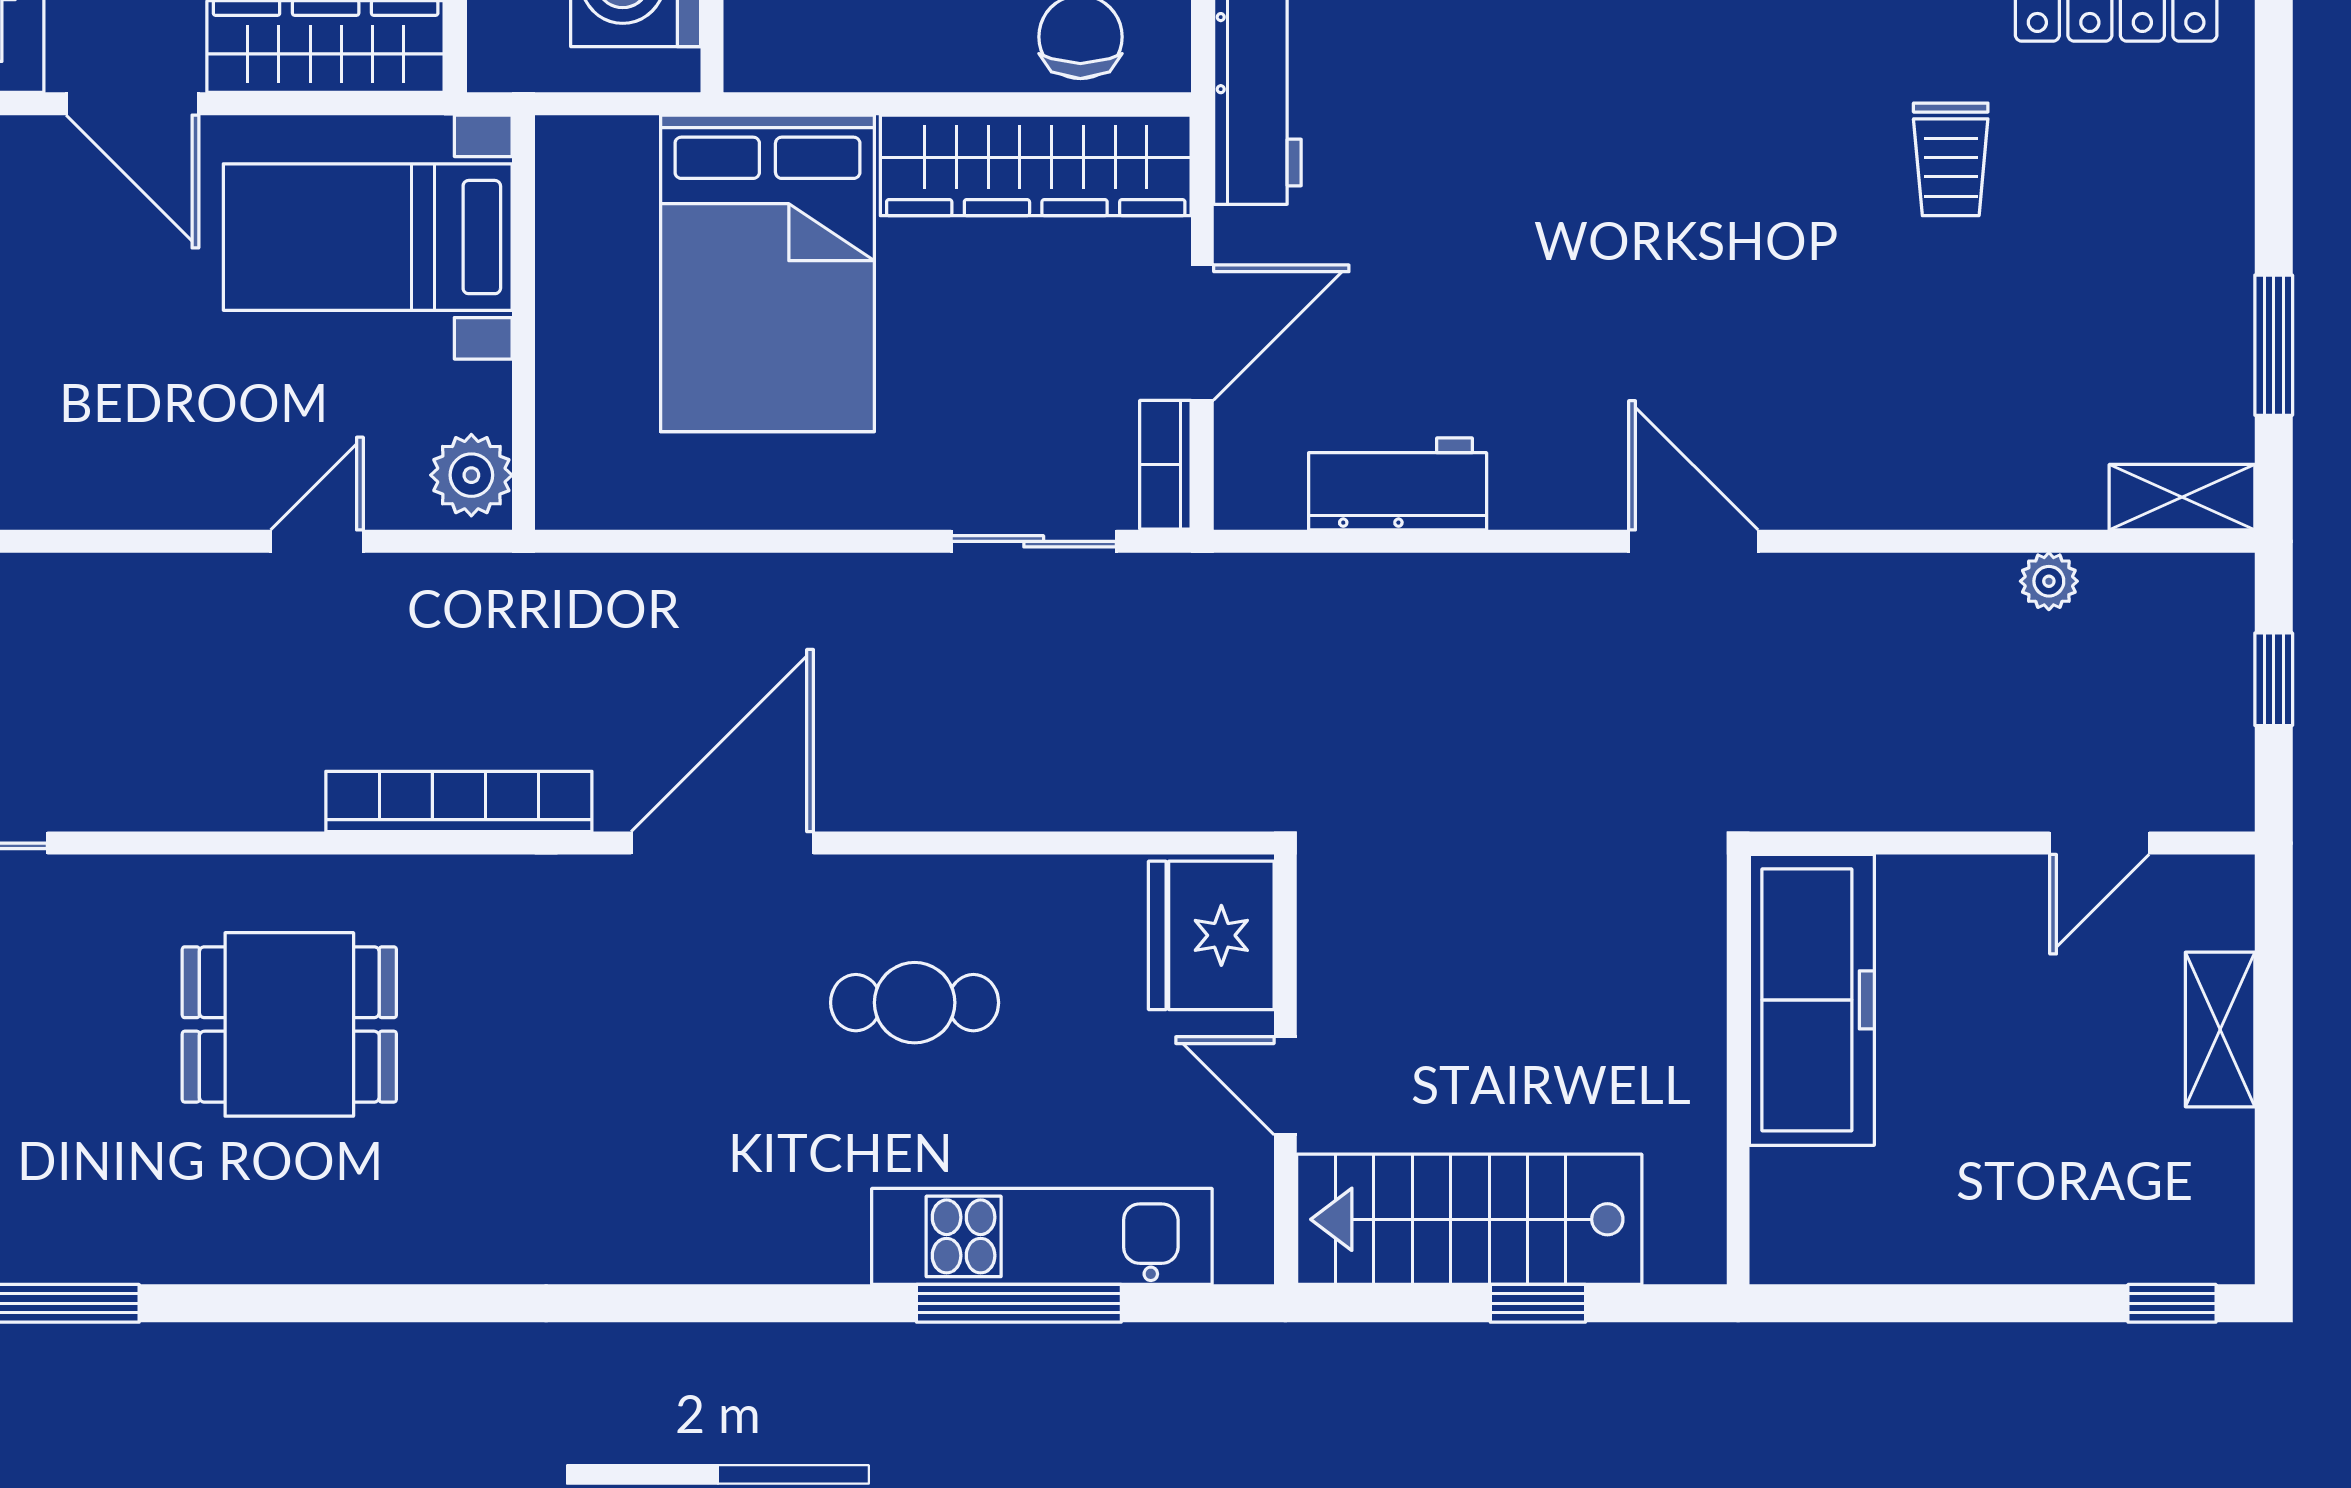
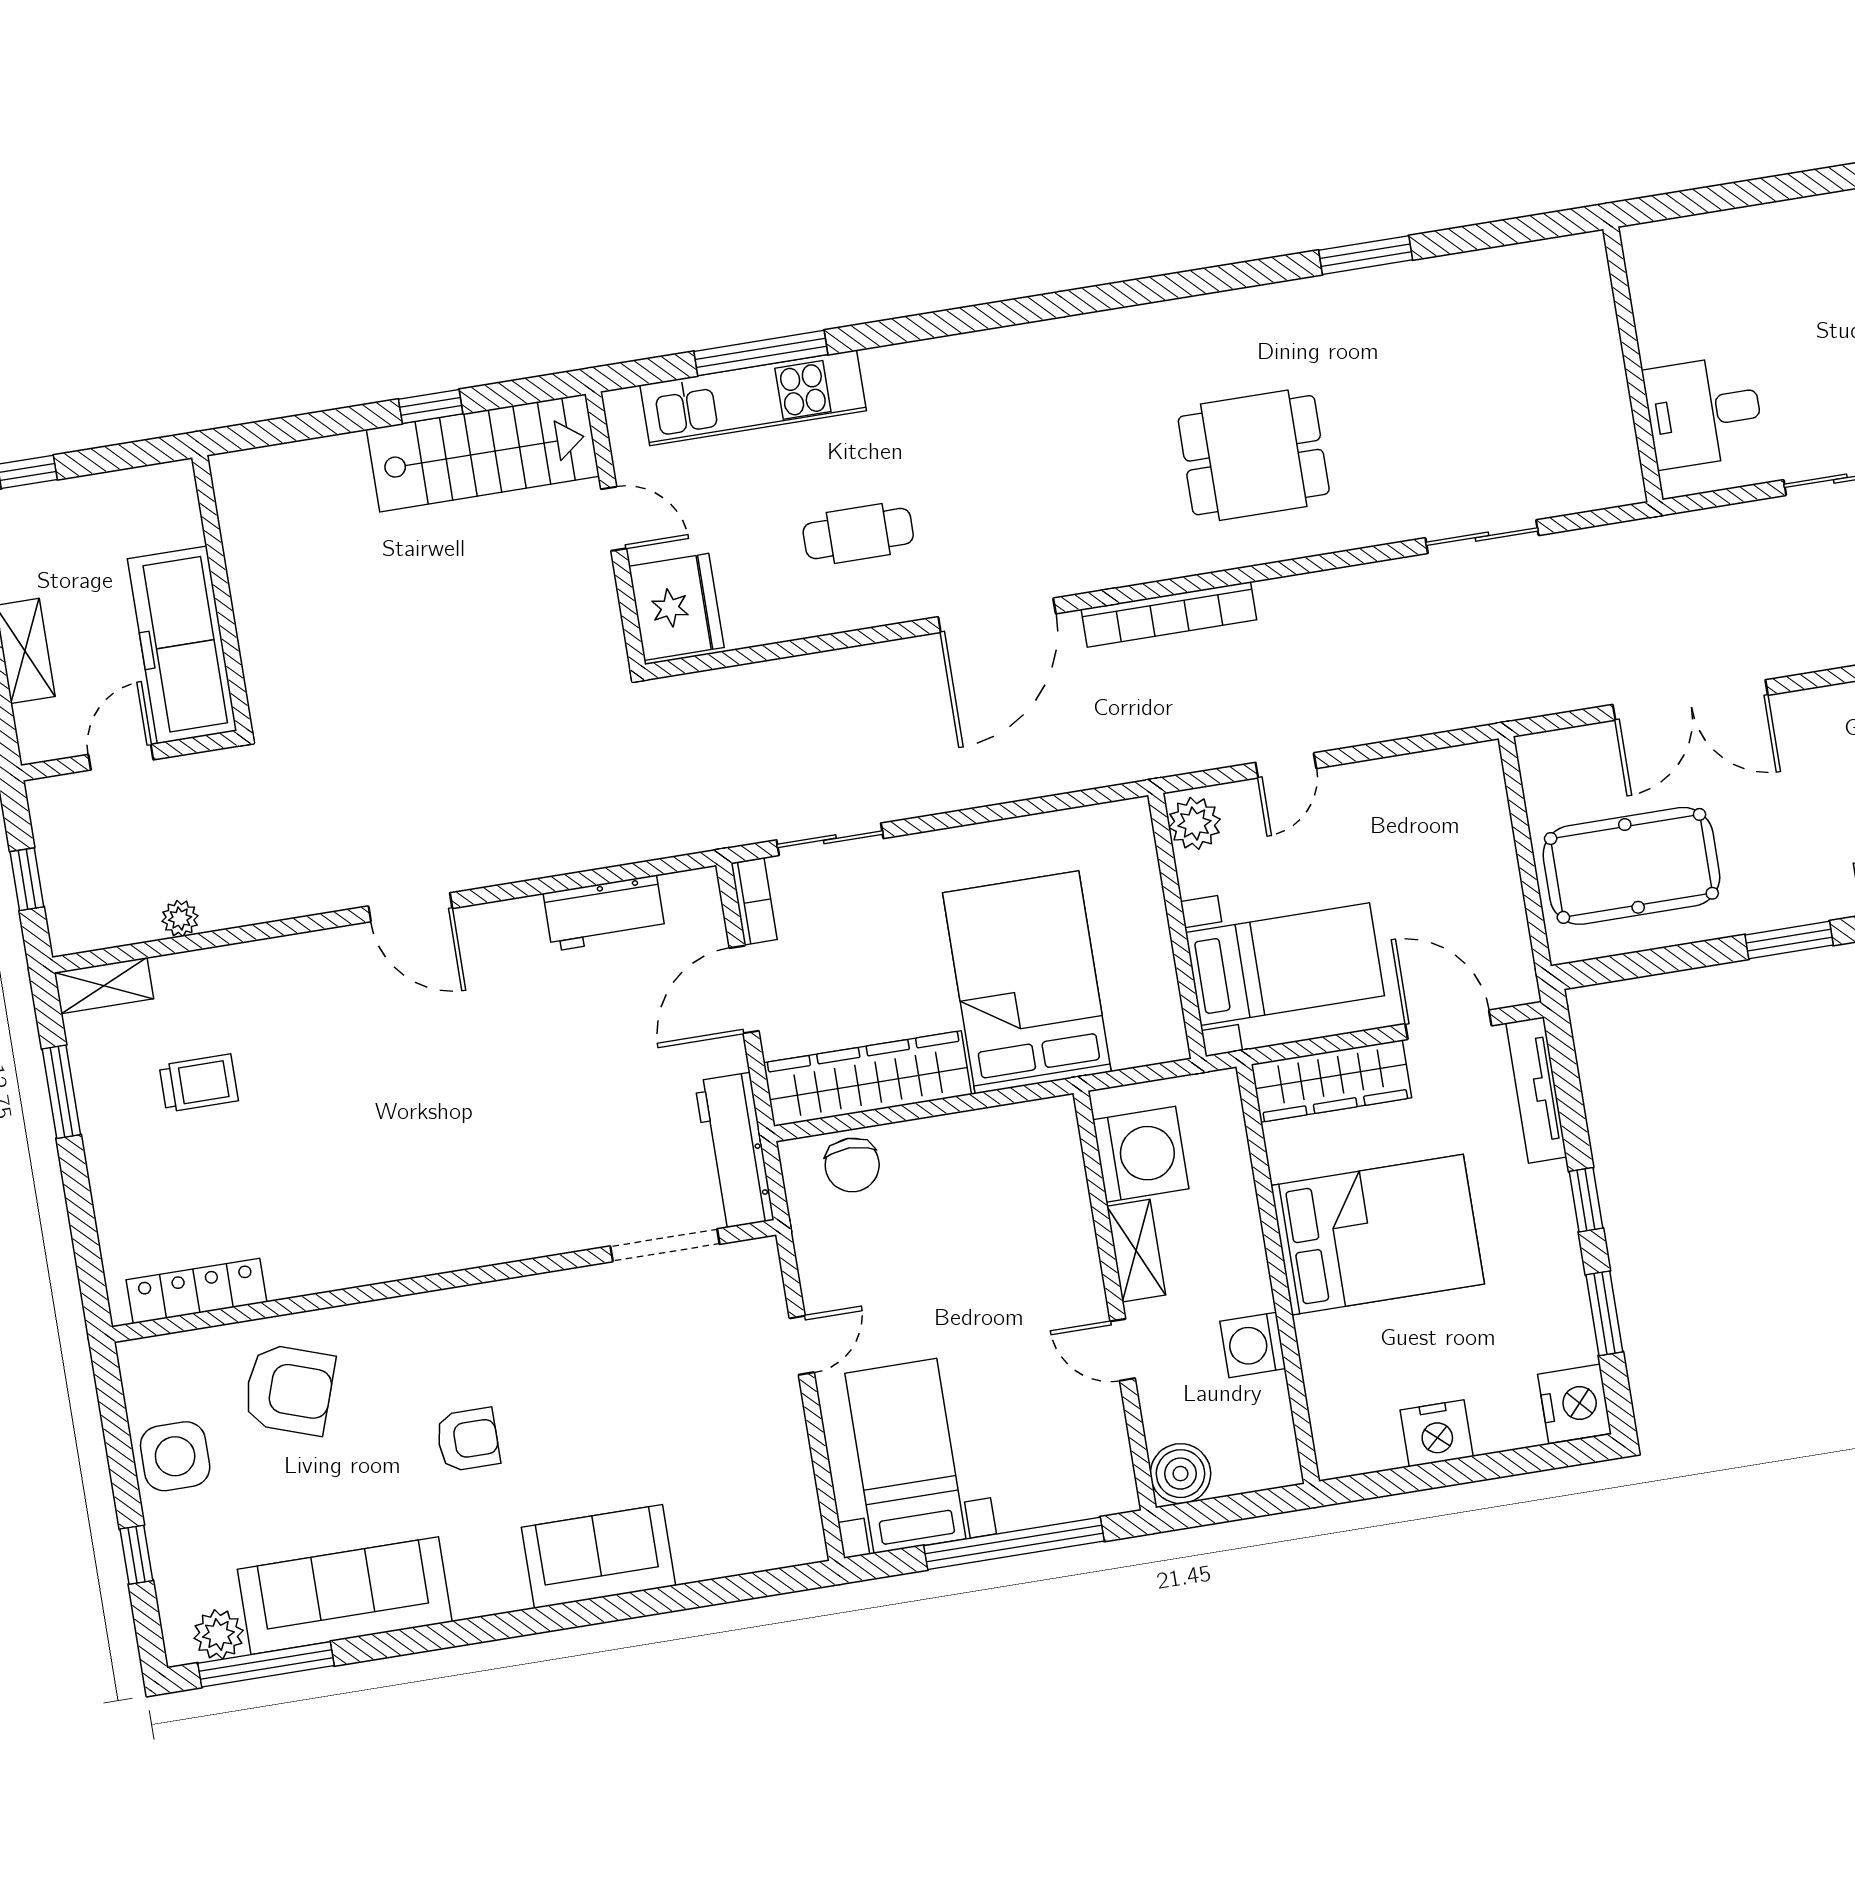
trolley: (1951, 159) -> (199, 1083), moved, turned 90
freezer: (1812, 1000) -> (182, 645), moved
wall: (1738, 1069) -> (222, 593), moved

